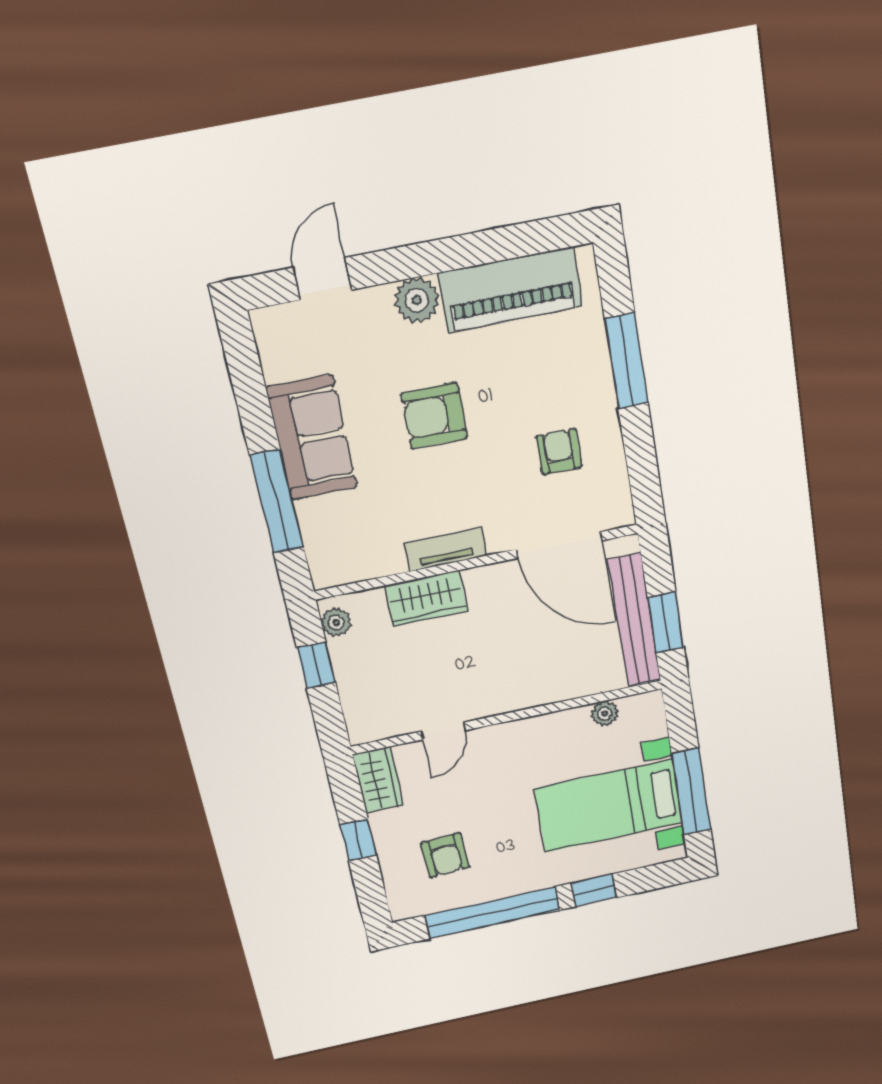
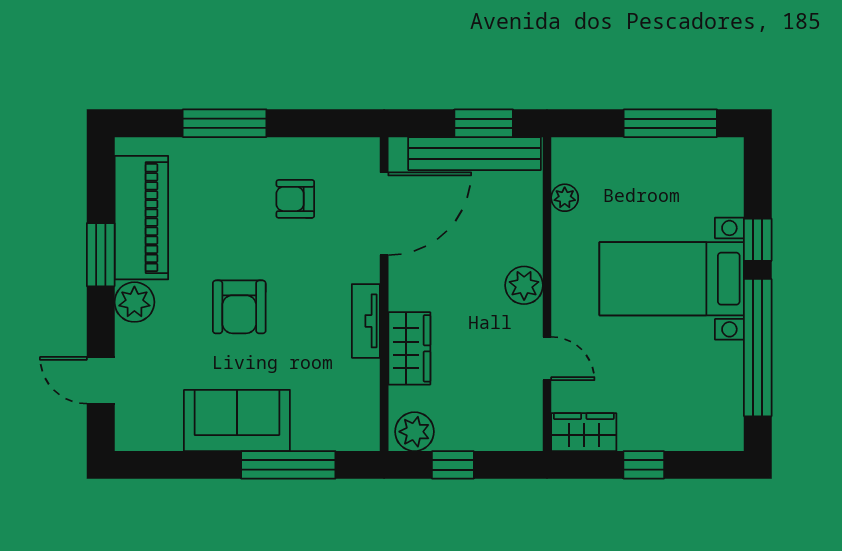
window: (461, 252) -> (101, 255), added
plant: (336, 622) -> (415, 432), width x1.38, depth x1.38
plant: (512, 694) -> (524, 285), added
bed with nightstands: (609, 806) -> (672, 279), moved, turned 90
armchair: (445, 855) -> (681, 383), removed

